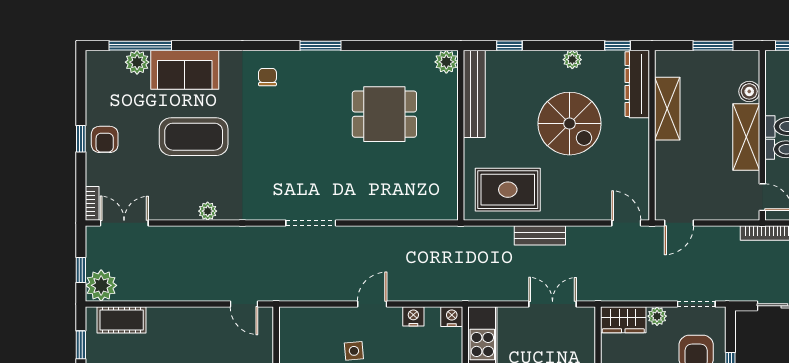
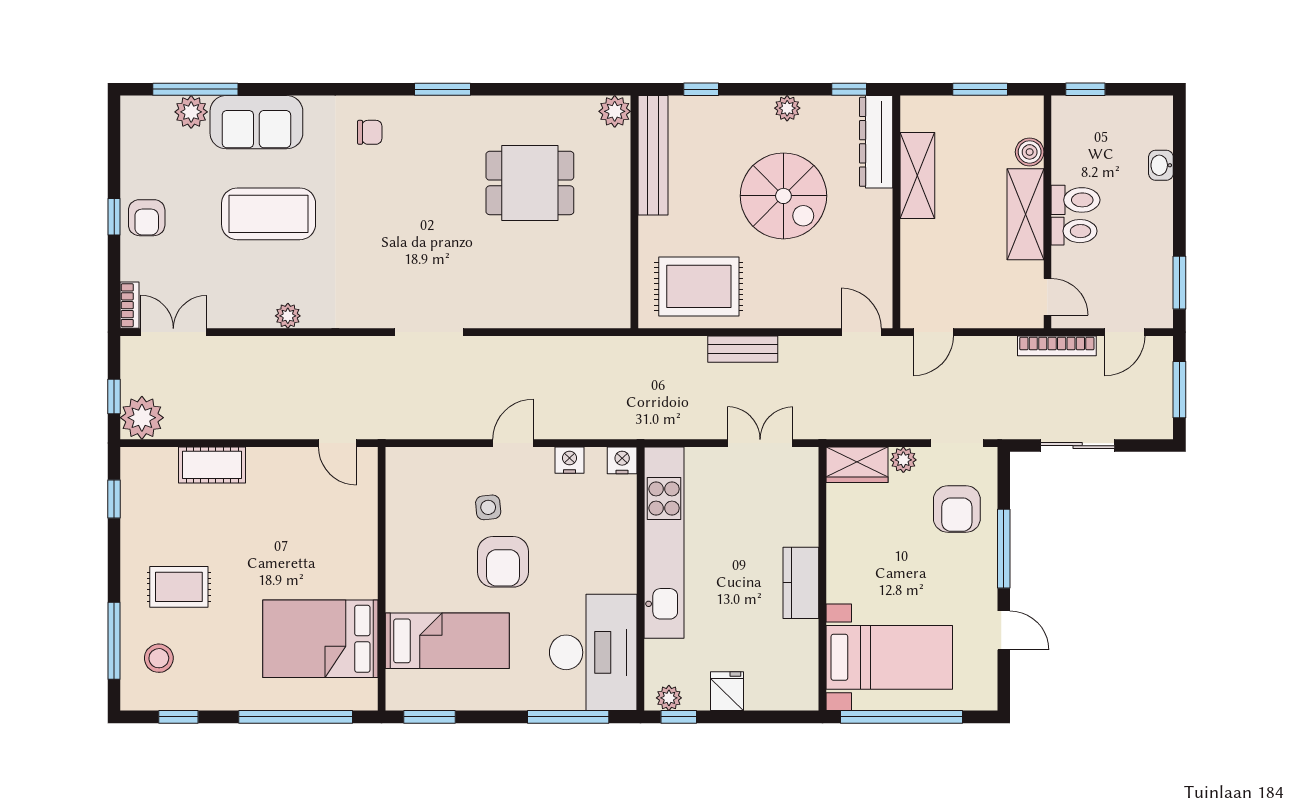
chair: (267, 77) -> (370, 132), turned 90
cot: (122, 320) -> (212, 465), moved

